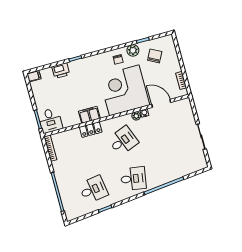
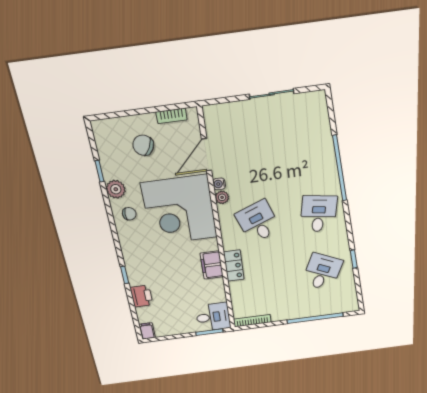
chair: (155, 56) -> (143, 145), moved
desk: (93, 190) -> (322, 272), turned 33

